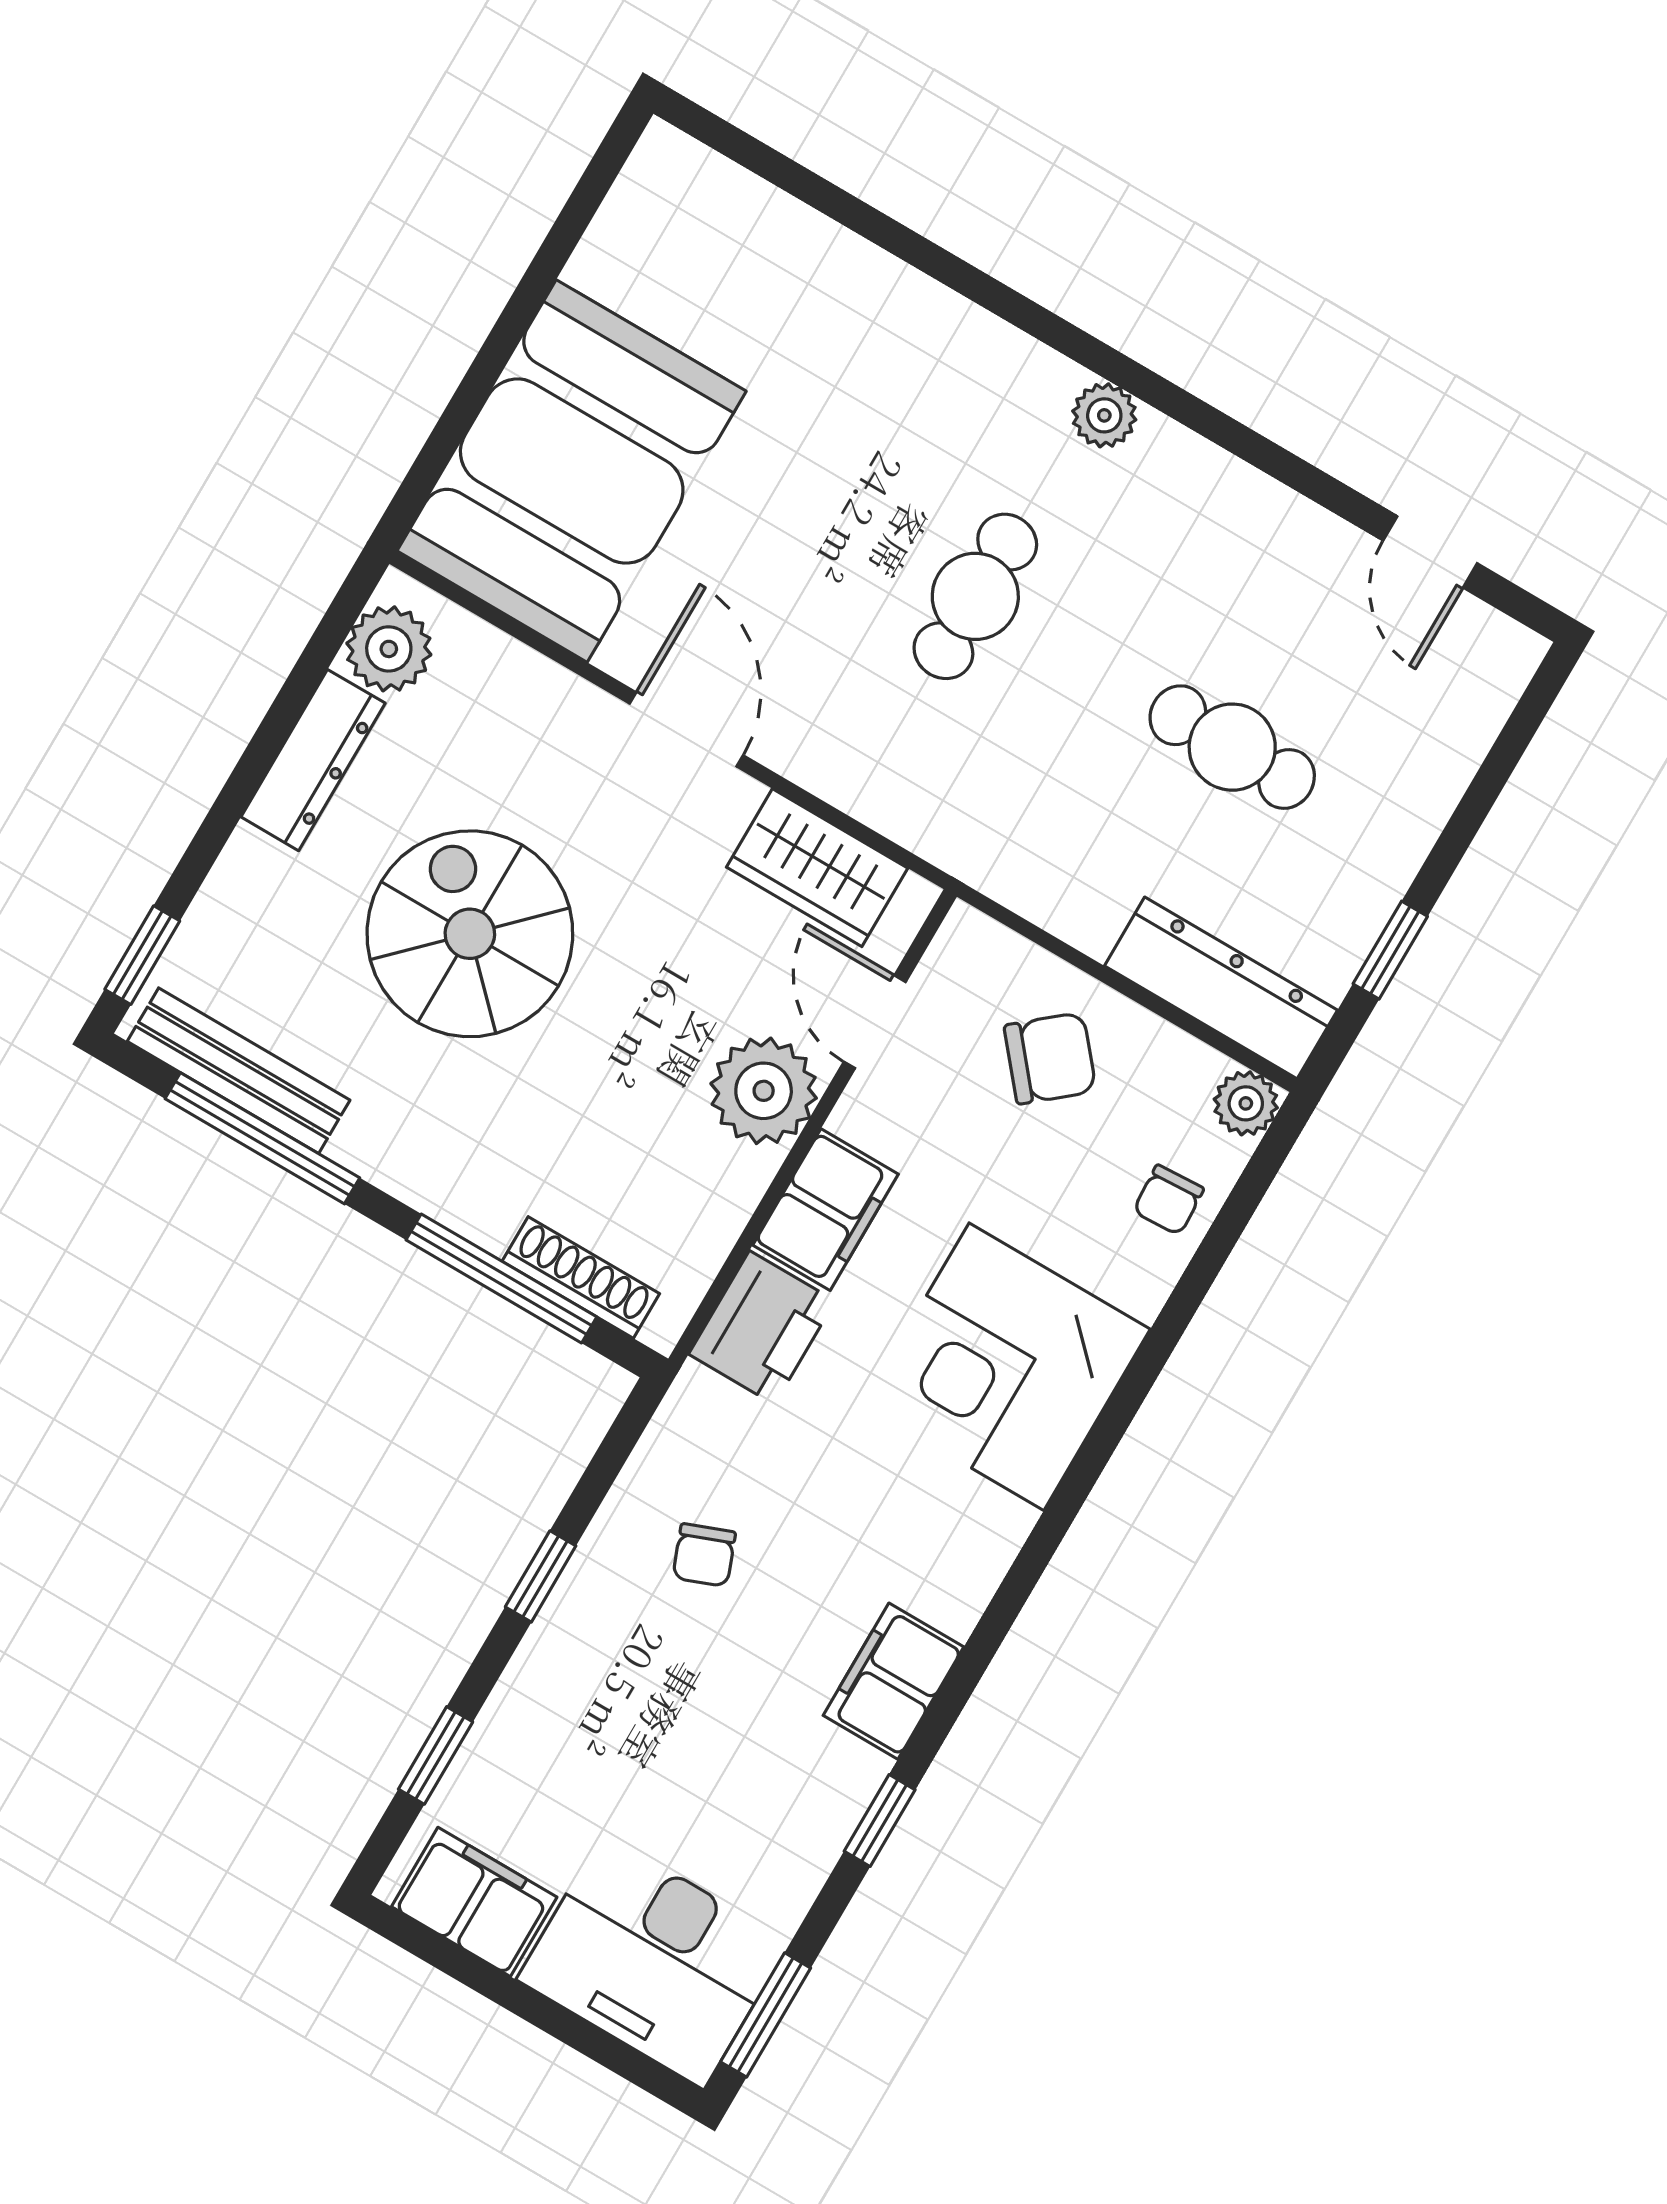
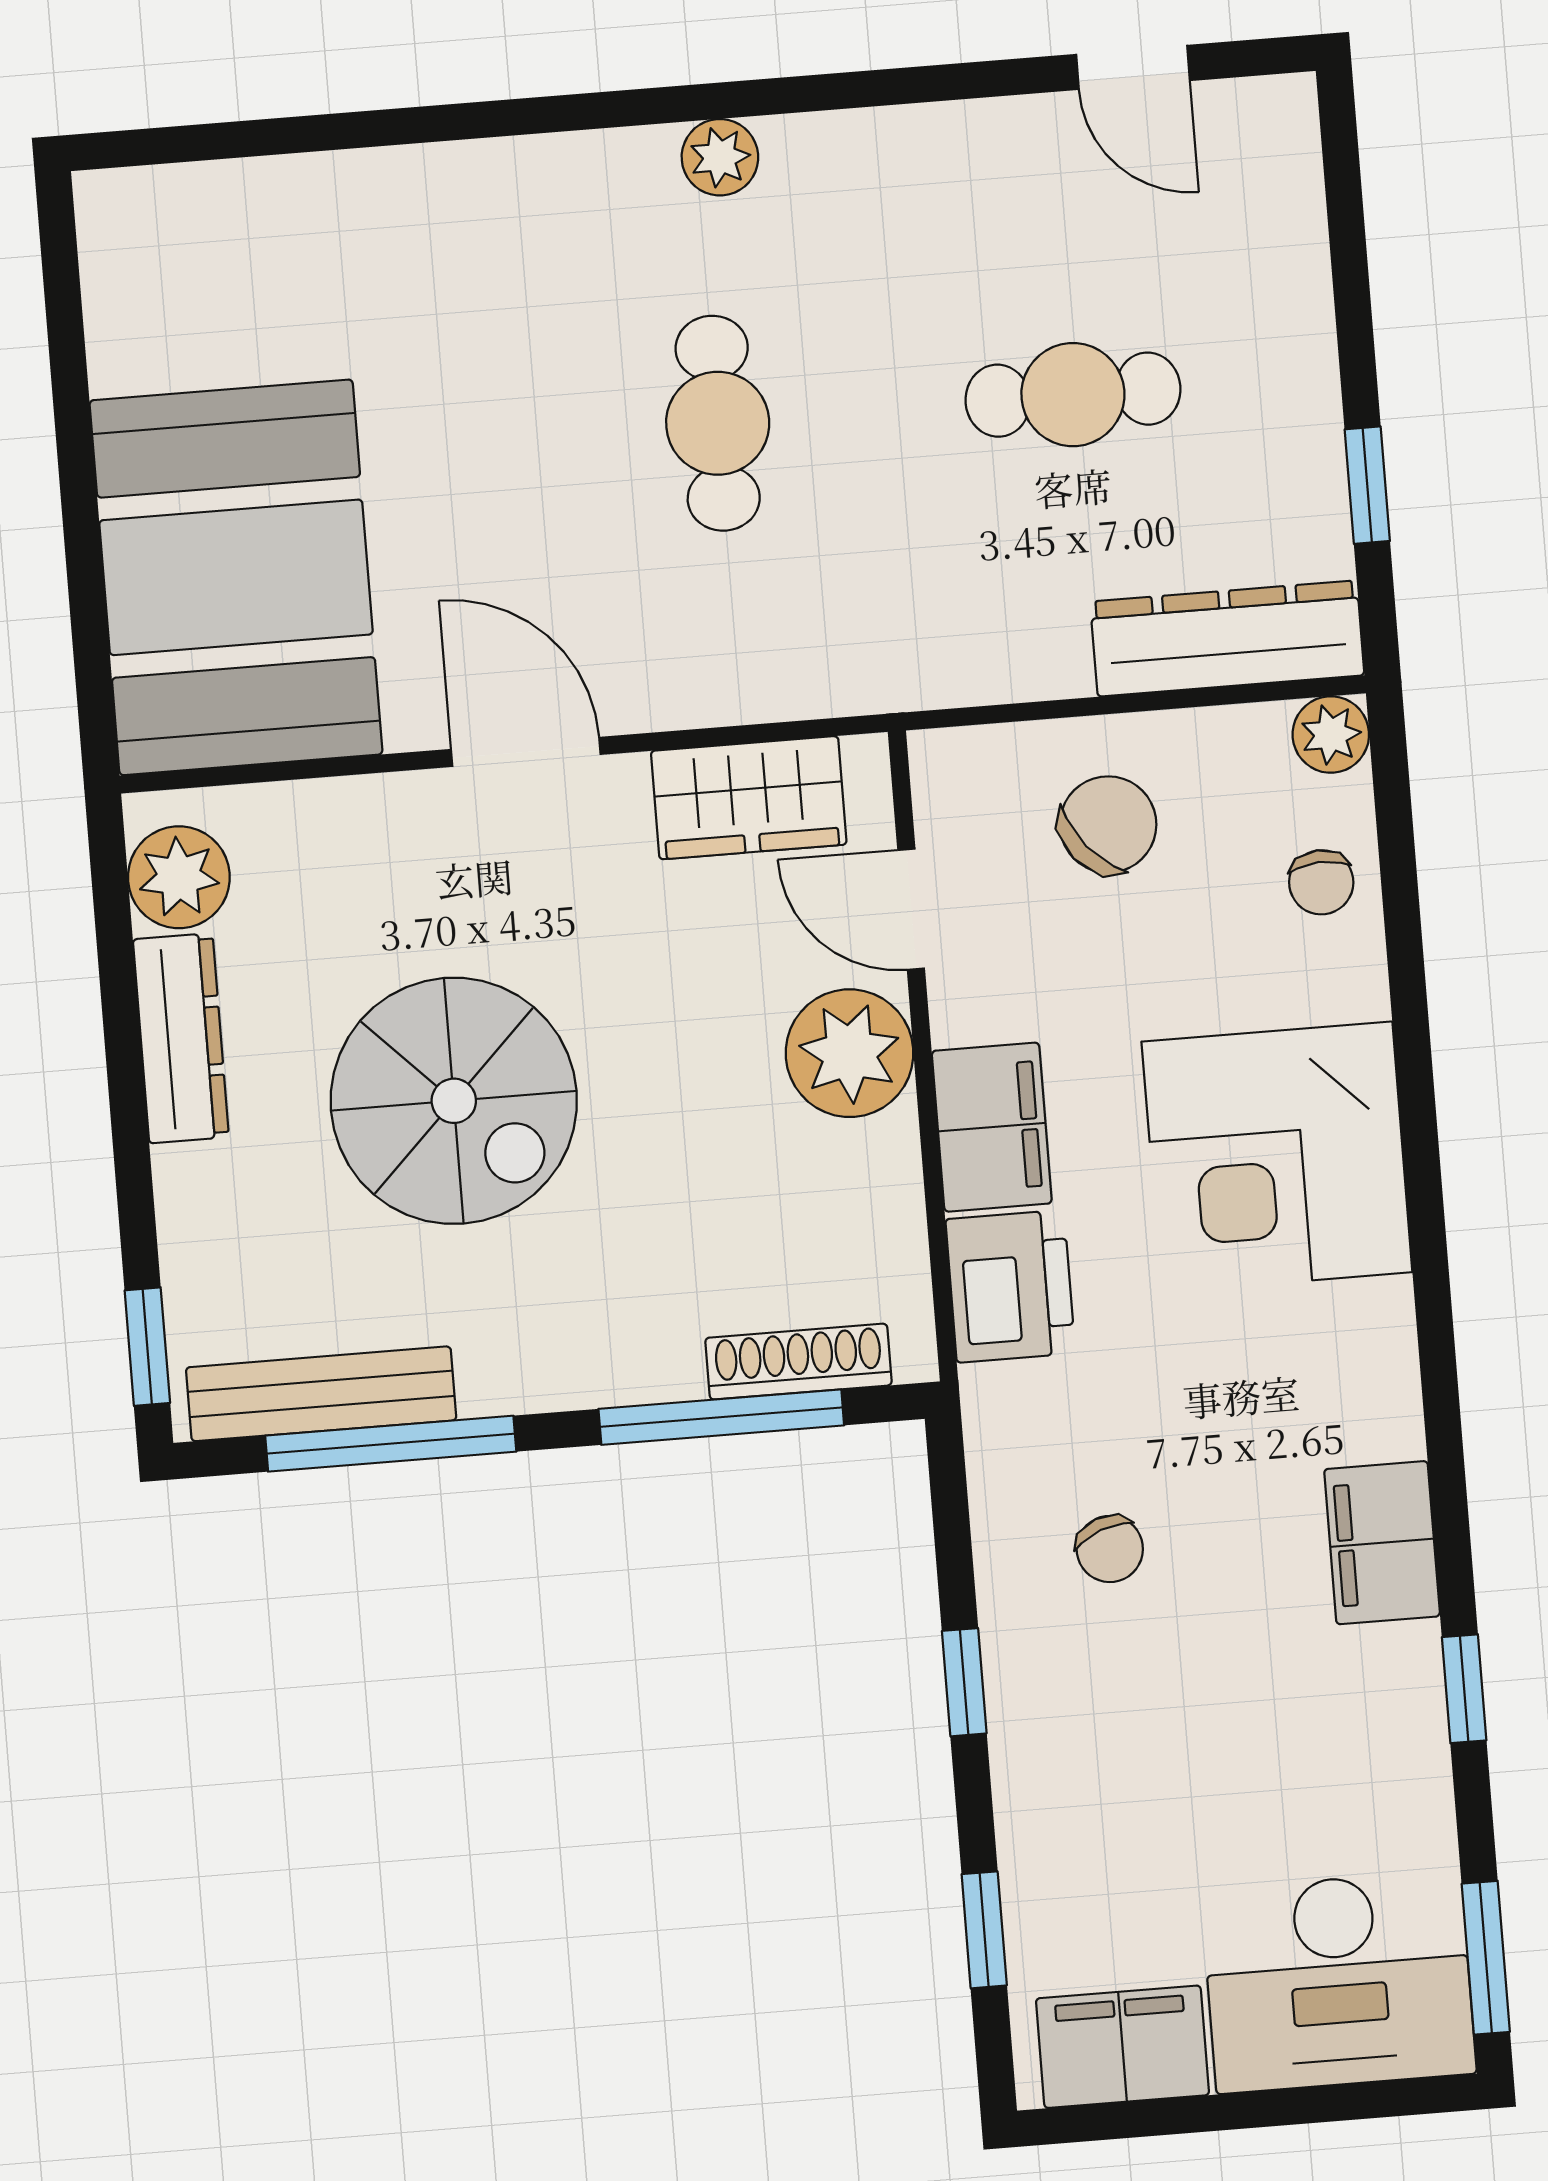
spiral stairs: (470, 934) -> (454, 1101), turned 180

